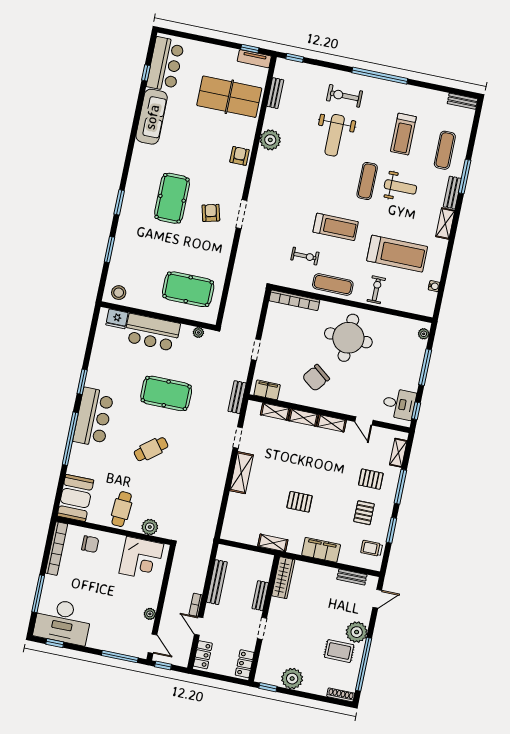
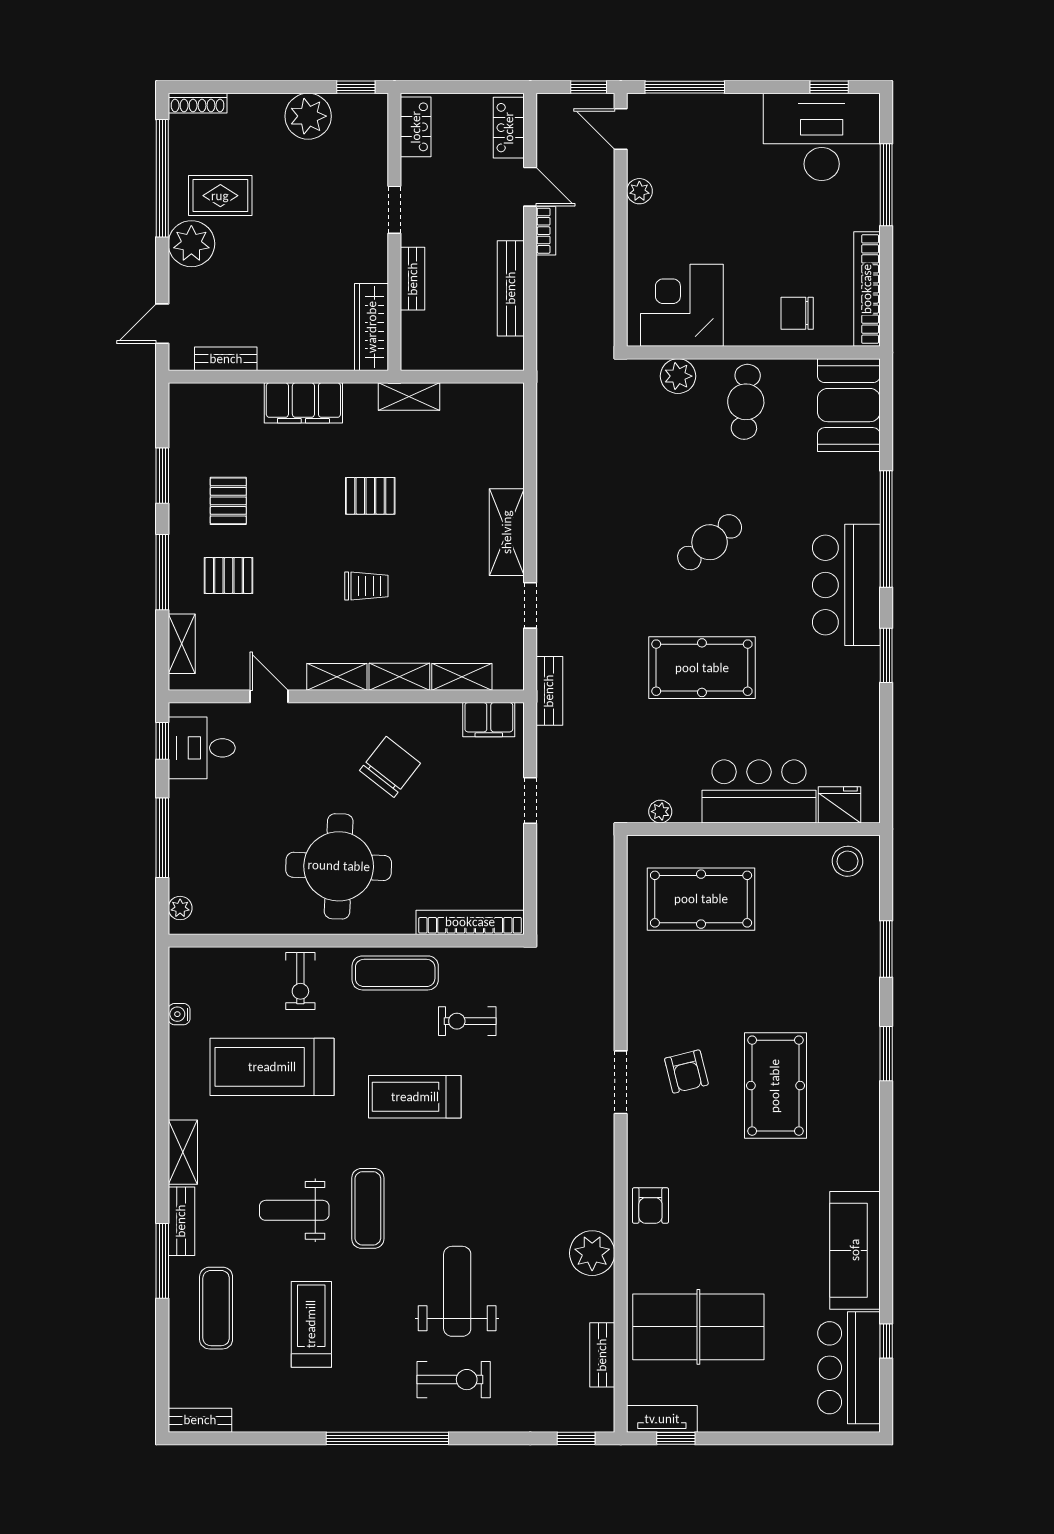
trolley: (372, 548) -> (366, 586), moved

